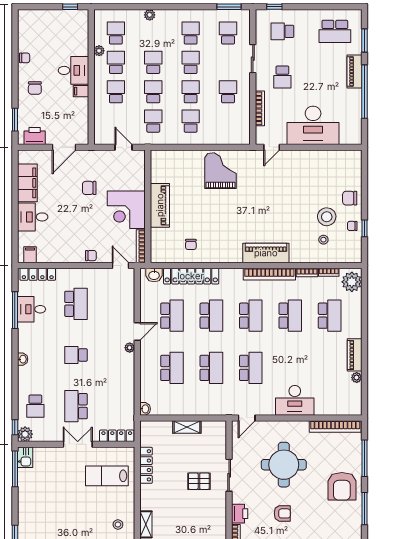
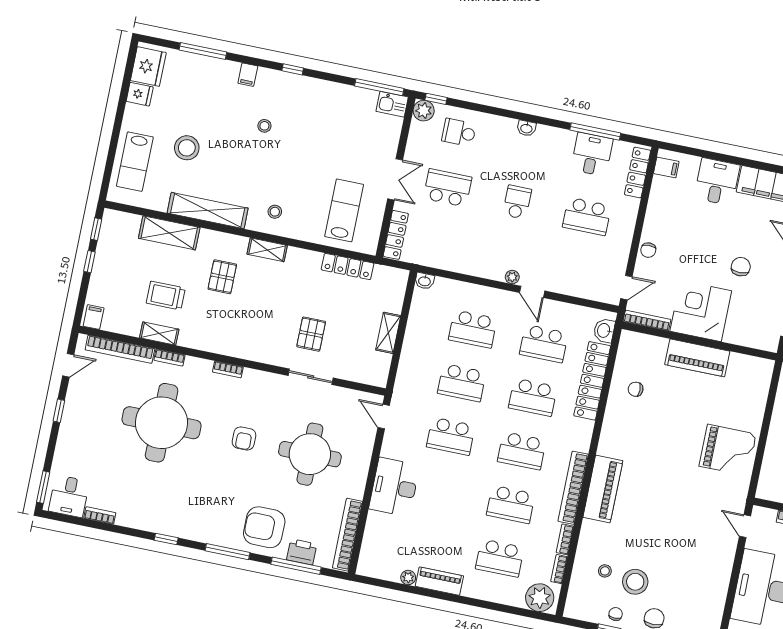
printer: (240, 514) -> (302, 552), moved, turned 180

